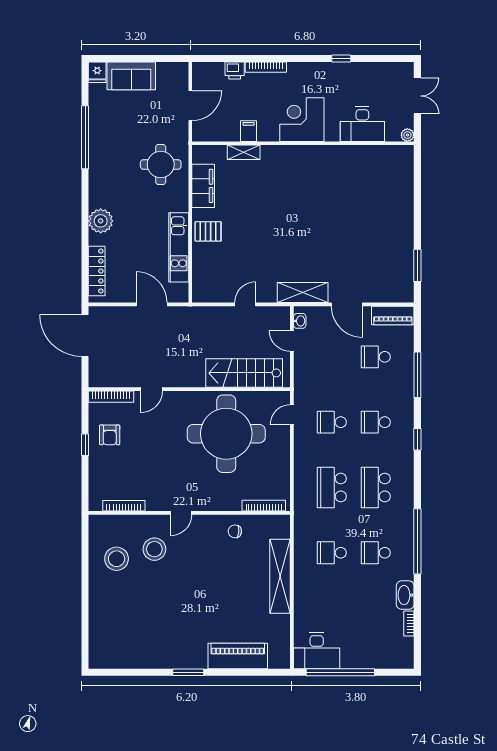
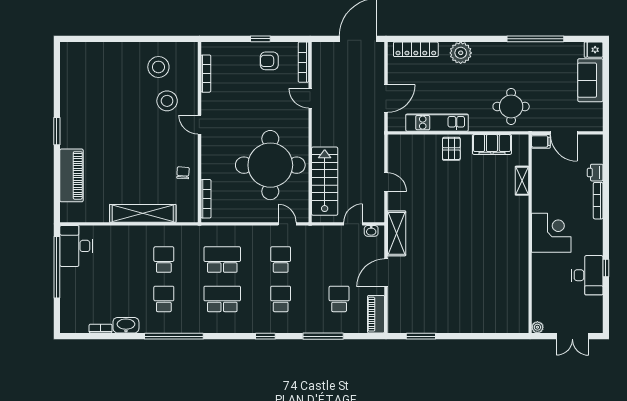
desk: (362, 124) -> (587, 275), moved, turned 180
filing cabinet: (249, 131) -> (541, 141), moved

